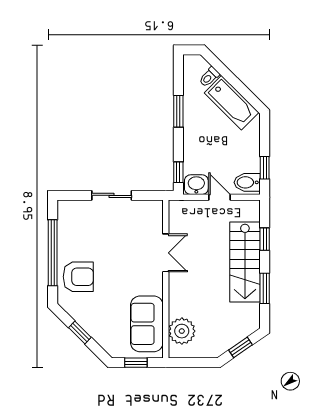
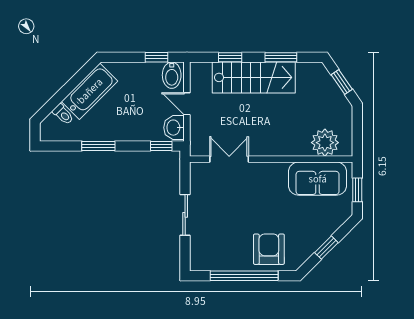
door: (220, 197) -> (187, 104), hinge flipped
double door: (166, 253) -> (229, 159), moved

